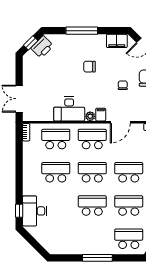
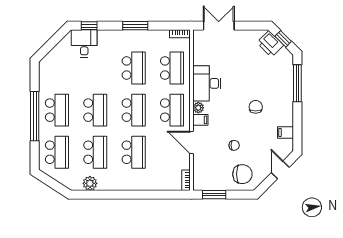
window: (82, 31) -> (297, 83), moved
filing cabinet: (117, 41) -> (285, 133), width x0.50
printer: (42, 47) -> (270, 44), moved
window: (19, 171) -> (135, 26), added
desk: (35, 211) -> (84, 43), width x0.73
school desk: (92, 239) -> (57, 110), added
window: (97, 258) -> (35, 116), width x1.46

